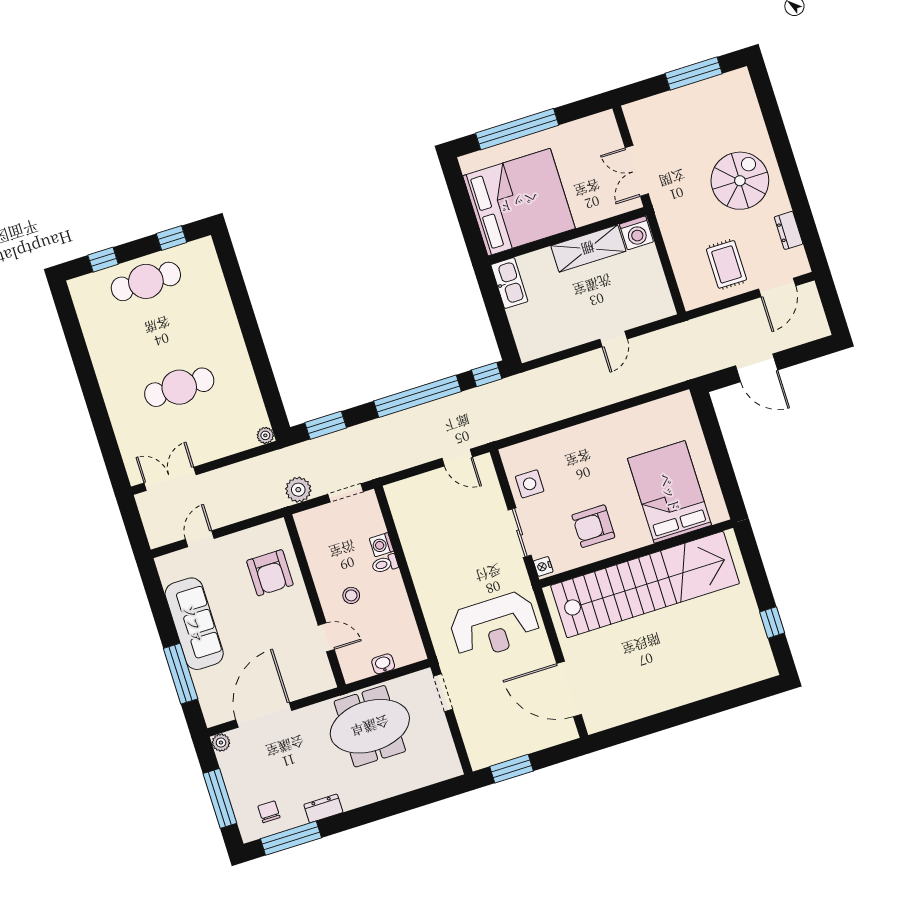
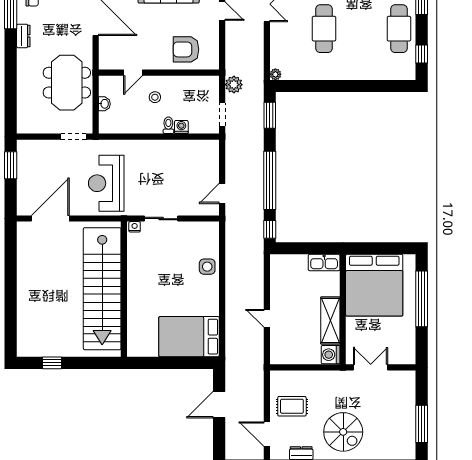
side table: (530, 484) -> (207, 267), moved
bed: (670, 492) -> (189, 337), moved, turned 180
armchair: (593, 526) -> (150, 267), removed

